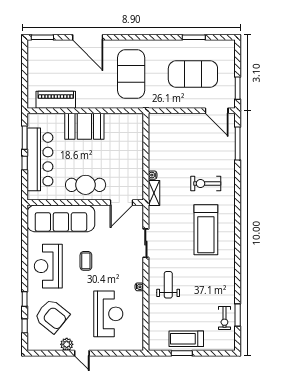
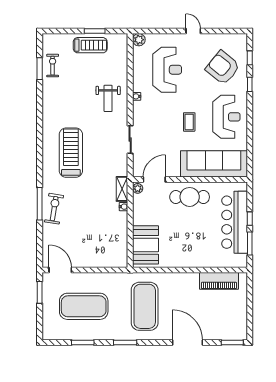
window: (151, 37) -> (125, 343), added
booth: (84, 126) -> (145, 245), moved, turned 90
window: (238, 144) -> (40, 204), moved
exercise bike: (206, 183) -> (54, 209), moved, turned -81
plant: (138, 194) -> (138, 188), added
reception desk: (108, 314) -> (167, 70), turned 180
plant: (67, 344) -> (139, 40), moved

